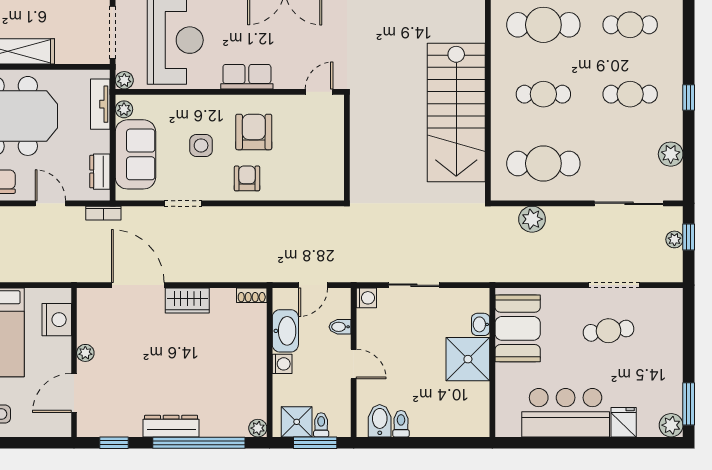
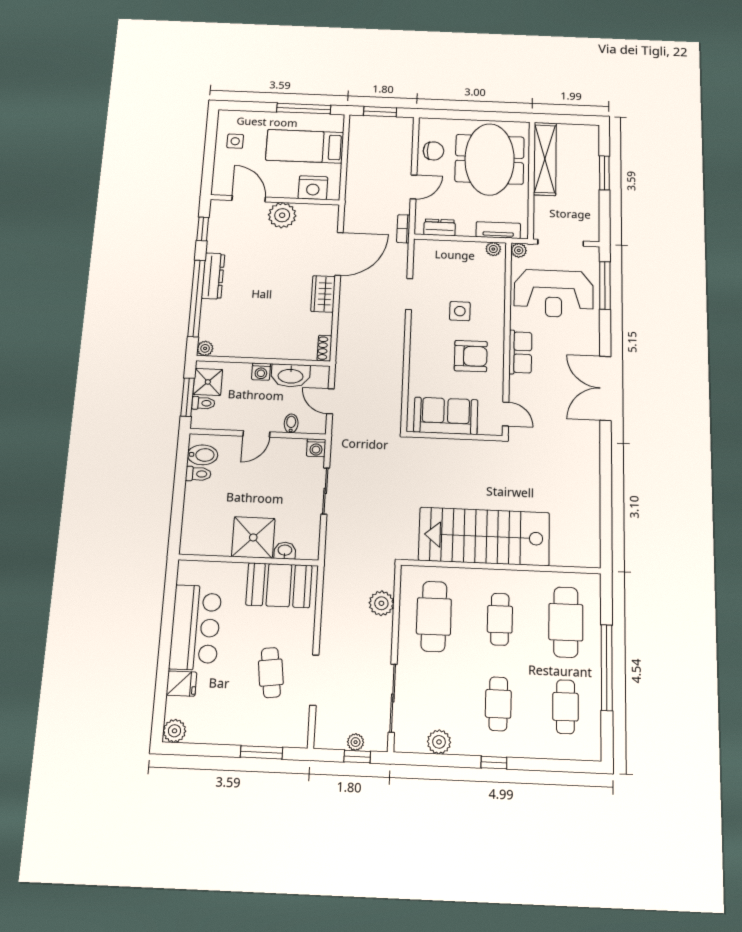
sofa: (135, 154) -> (446, 416), moved, turned 180
armchair: (247, 178) -> (429, 349), removed
plant: (85, 353) -> (282, 215), width x1.88, depth x1.88
window: (689, 404) -> (262, 752), moved

